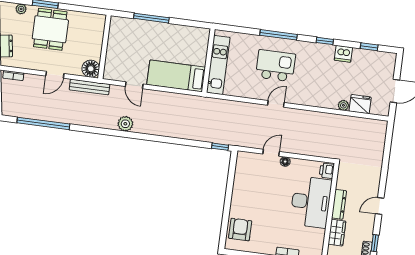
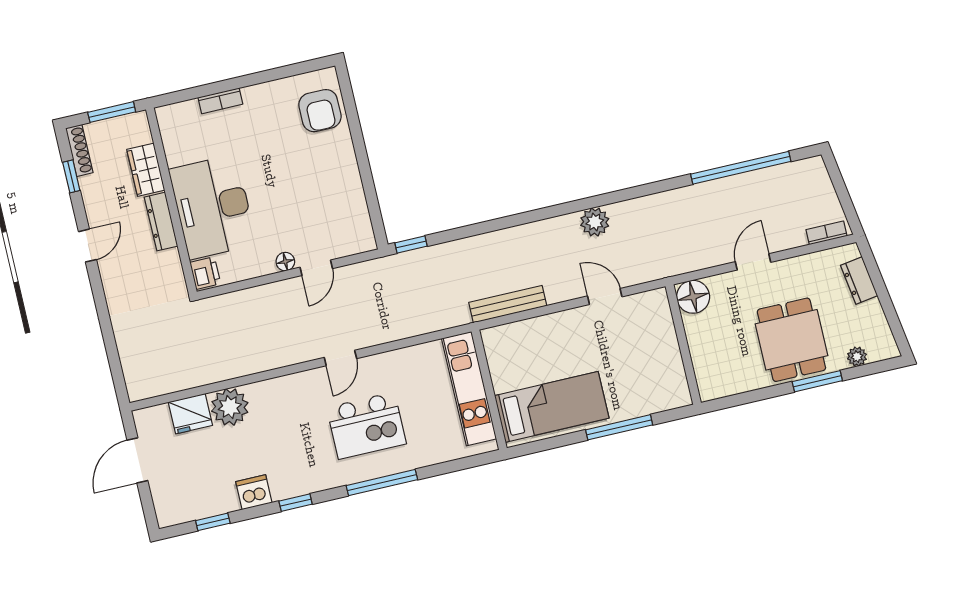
bed: (176, 76) -> (552, 407), moved
bench: (90, 87) -> (508, 304), moved
plant: (343, 105) -> (230, 407), width x1.87, depth x1.87

